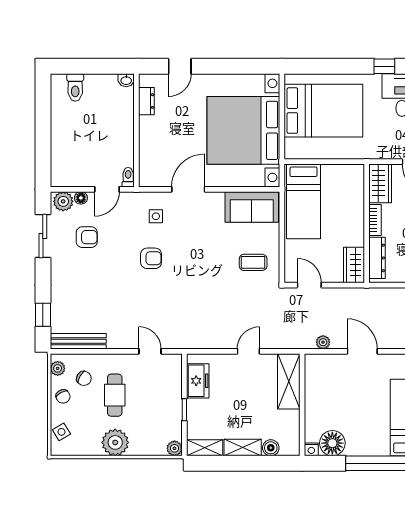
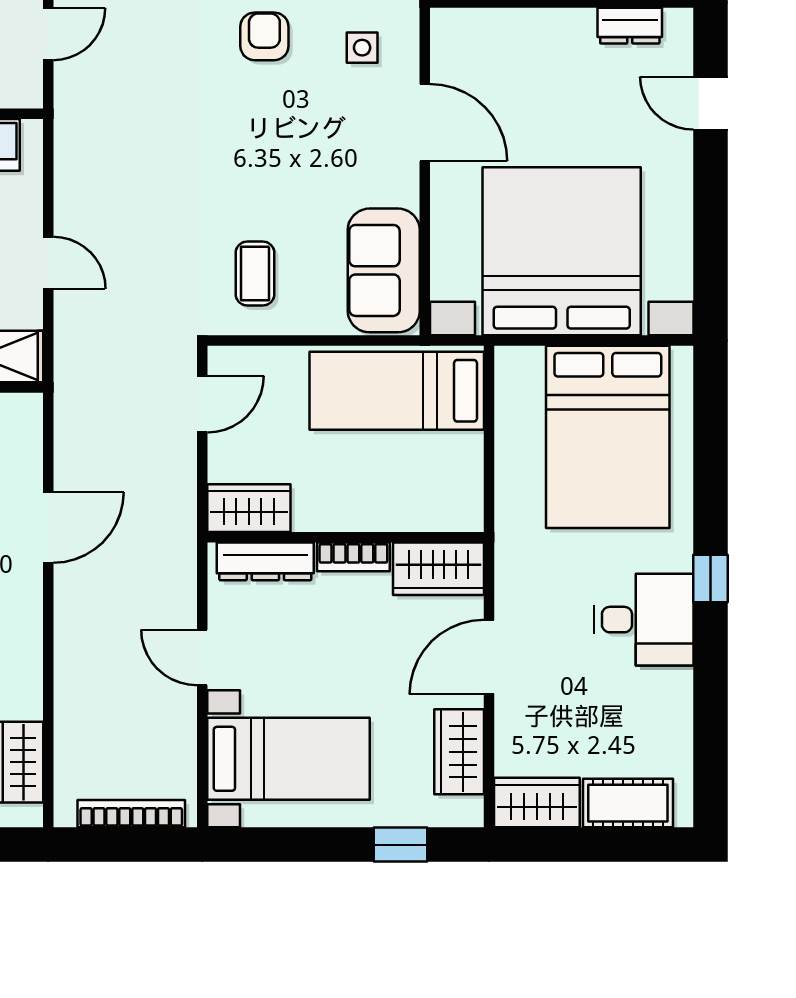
armchair: (151, 258) -> (264, 36), turned 180
plant: (323, 342) -> (69, 436), removed

